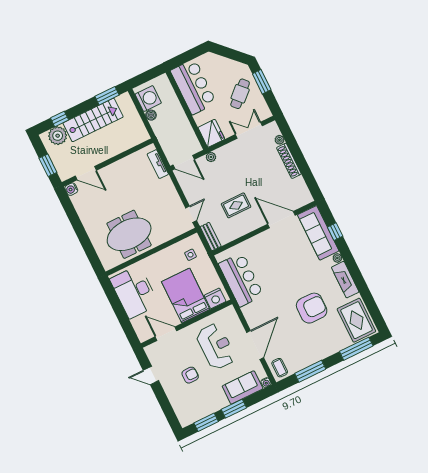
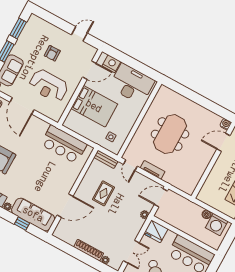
tv unit: (158, 164) -> (153, 170), moved
meeting table: (129, 234) -> (170, 134), moved
nightstand: (215, 298) -> (112, 64), moved, turned 90

